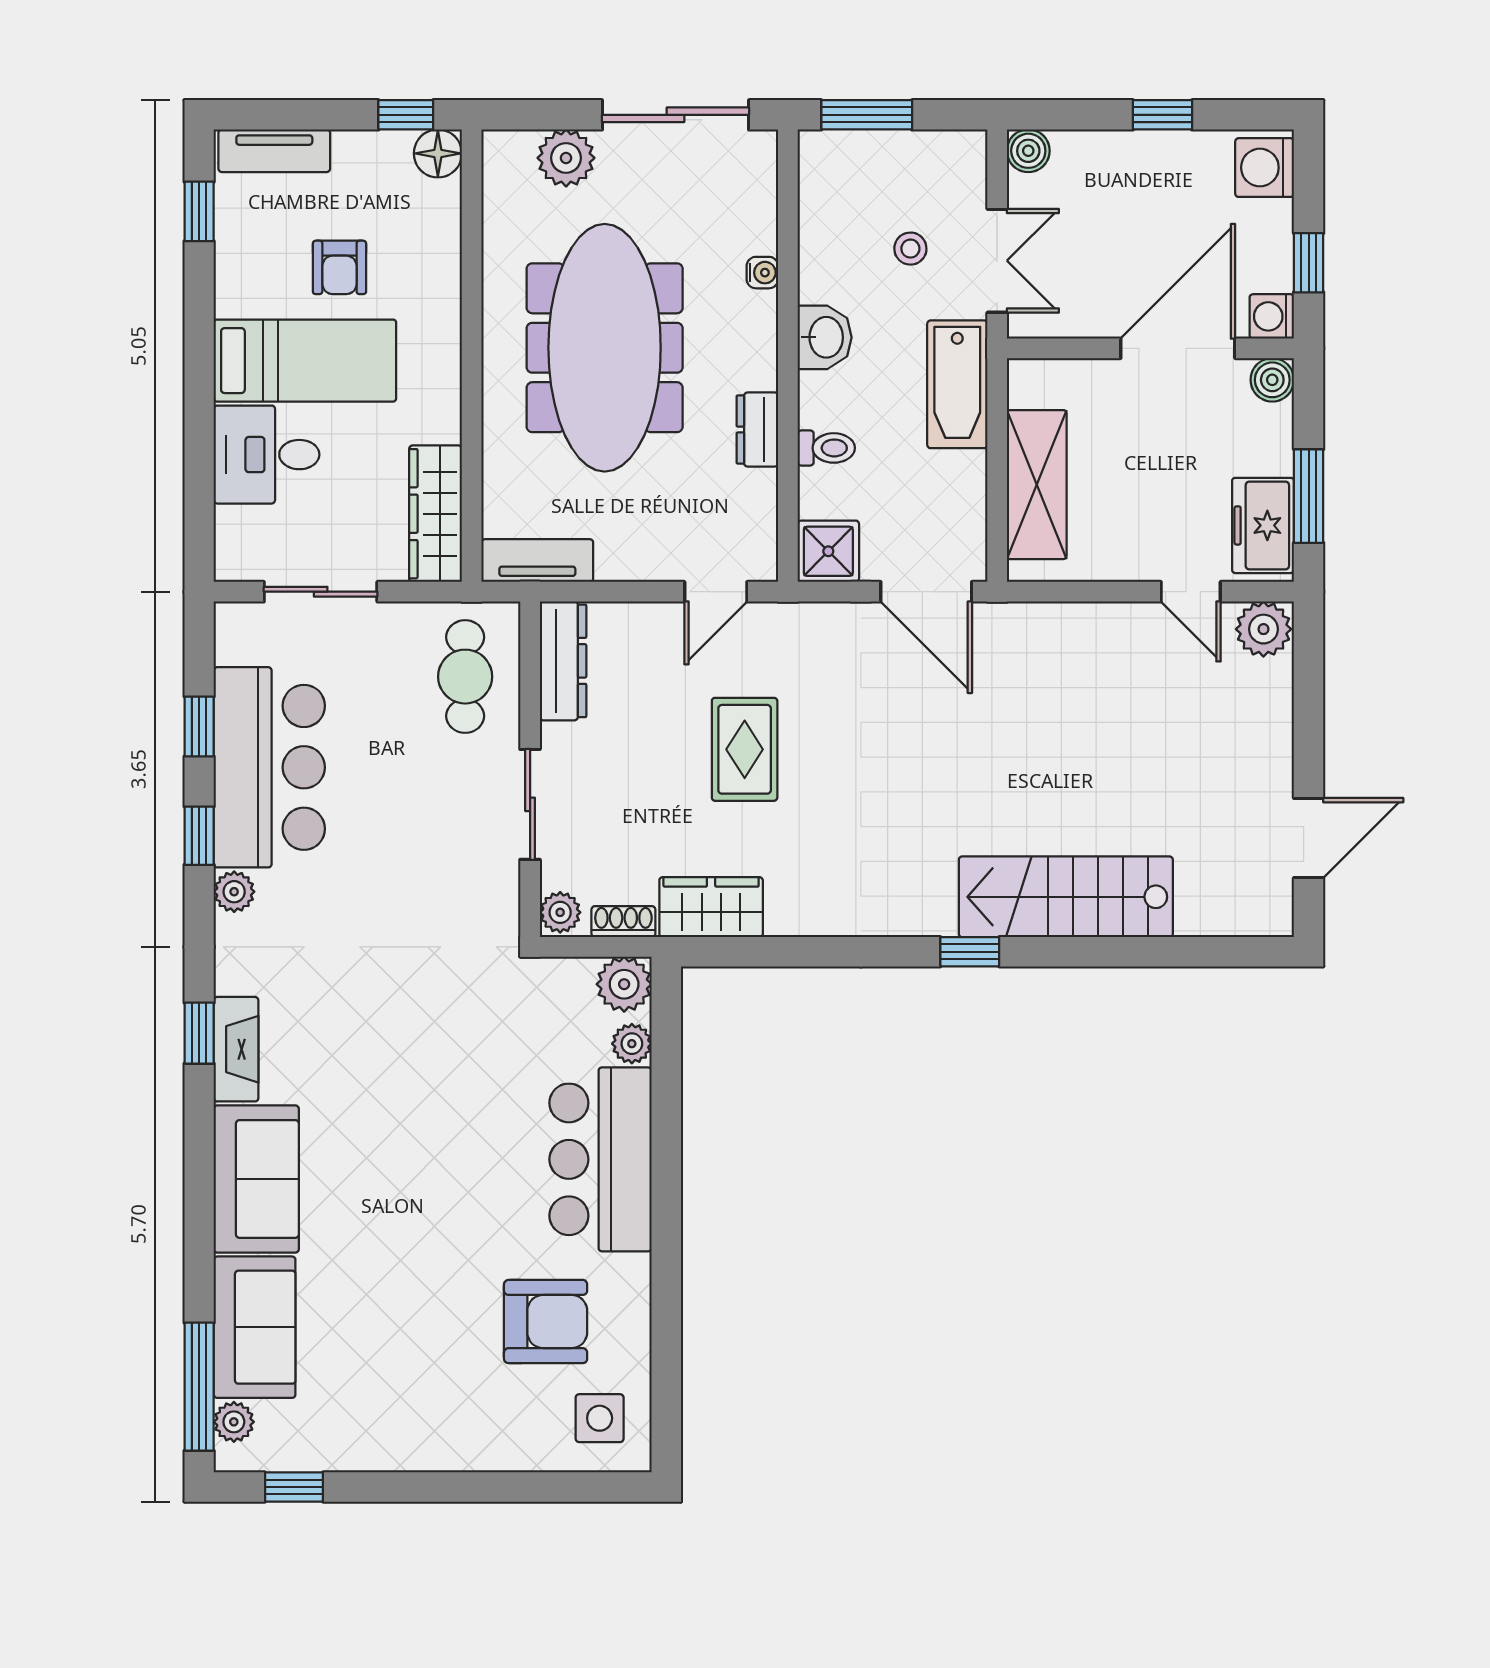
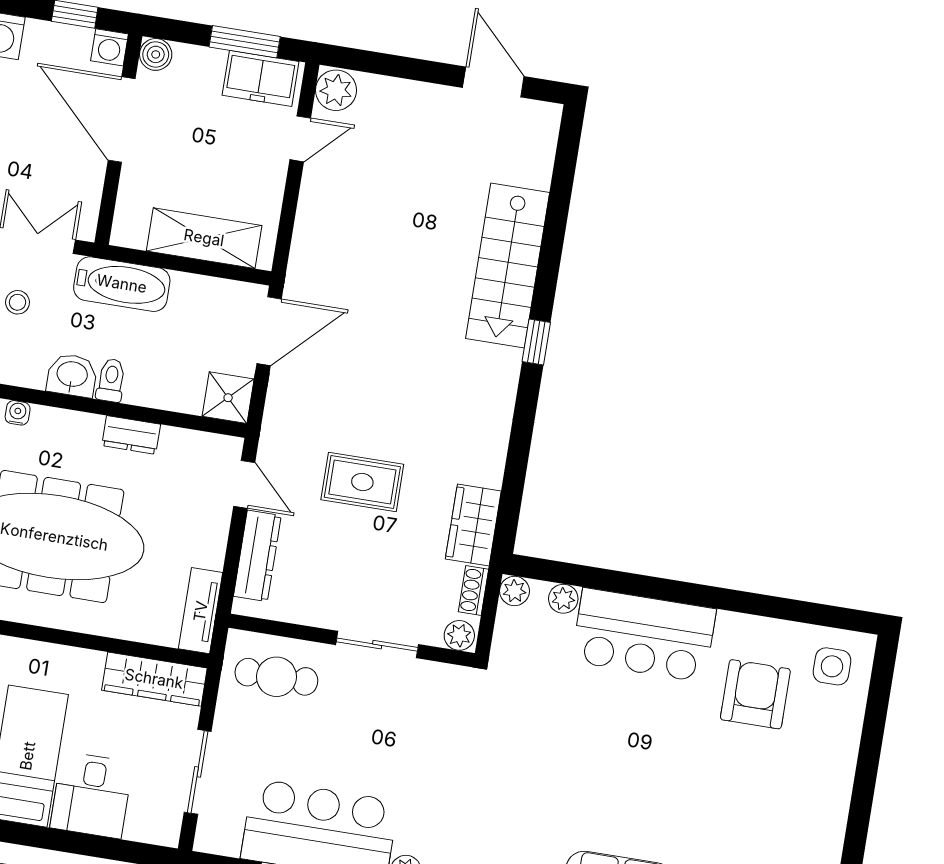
toilet: (826, 448) -> (111, 380), moved
dresser: (563, 661) -> (257, 556), moved, turned 90
plant: (624, 984) -> (515, 591), width x0.73, depth x0.73

